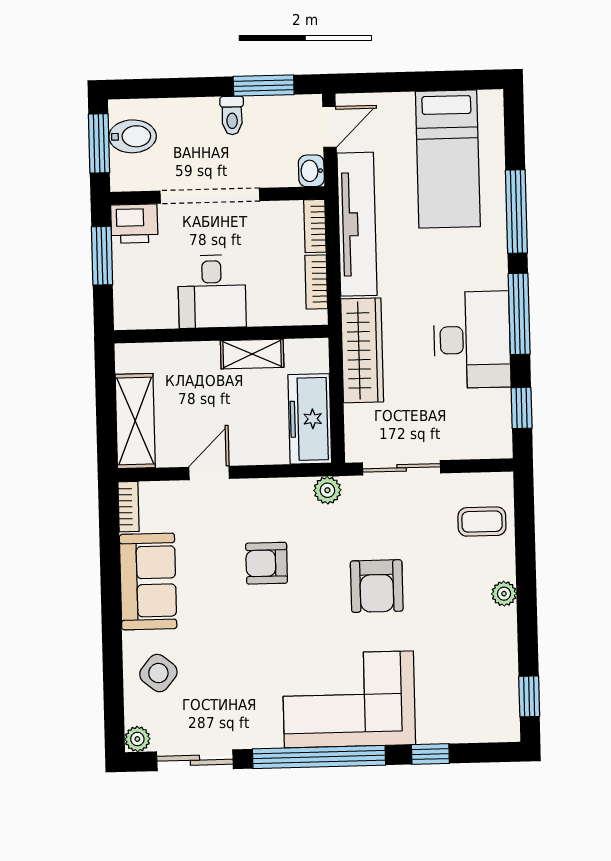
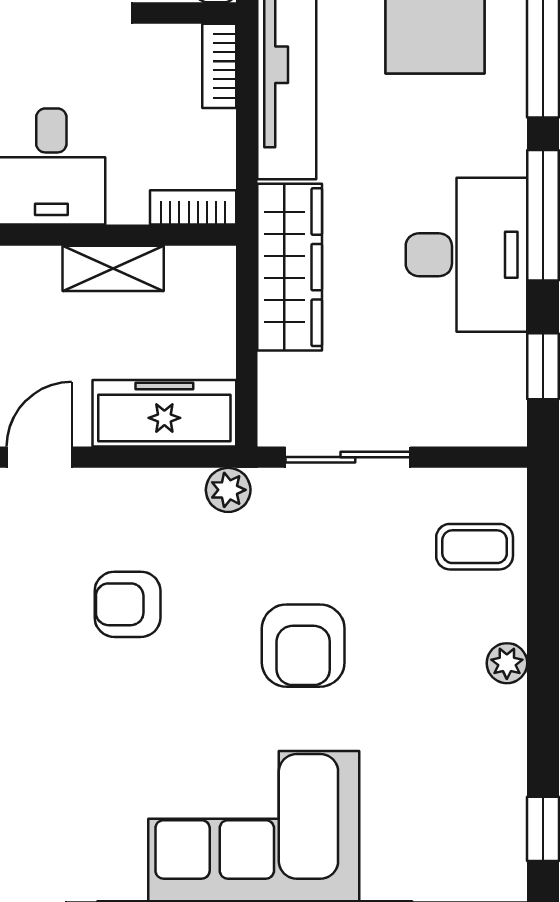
bookcase: (316, 282) -> (193, 207), moved, turned 90
freezer: (310, 419) -> (164, 413), moved, turned 90

